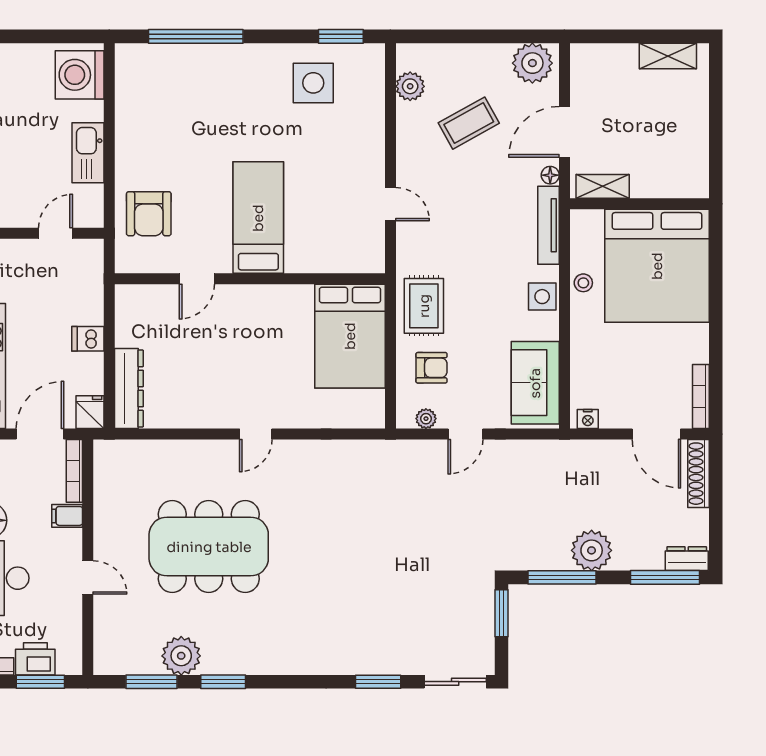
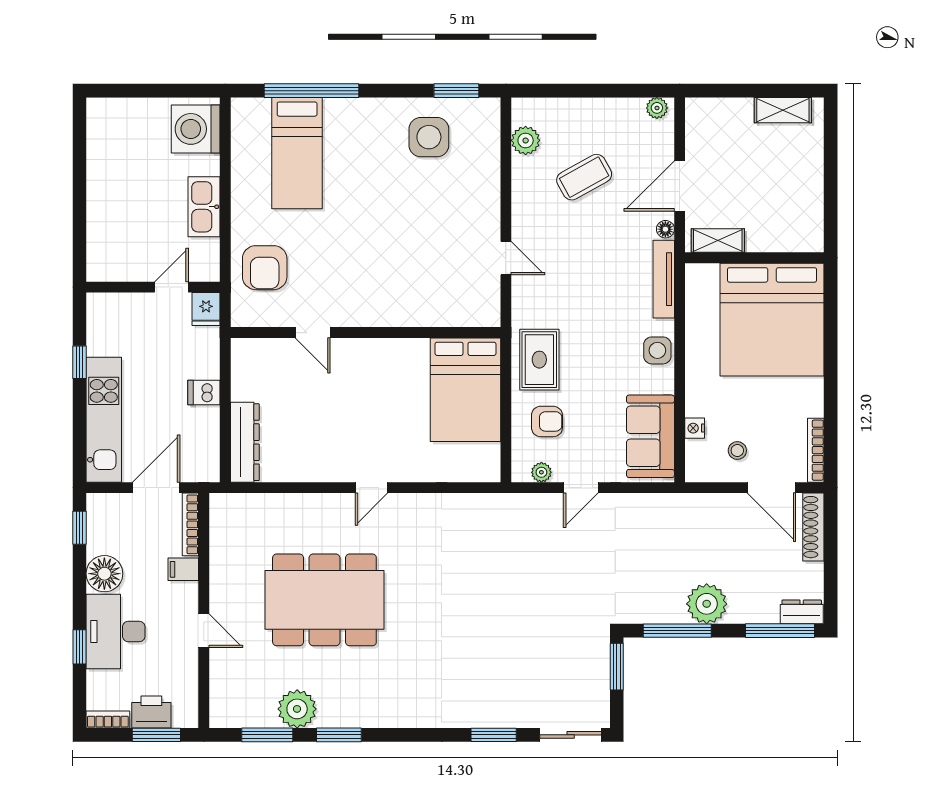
plant: (532, 63) -> (657, 108), width x0.53, depth x0.53
bed: (258, 218) -> (297, 153), moved, turned 180
door: (197, 279) -> (313, 333), hinge flipped
stool: (583, 283) -> (737, 451), moved
fridge: (90, 412) -> (206, 309), moved, turned 180
nightstand: (588, 419) -> (695, 428), moved, turned 90

